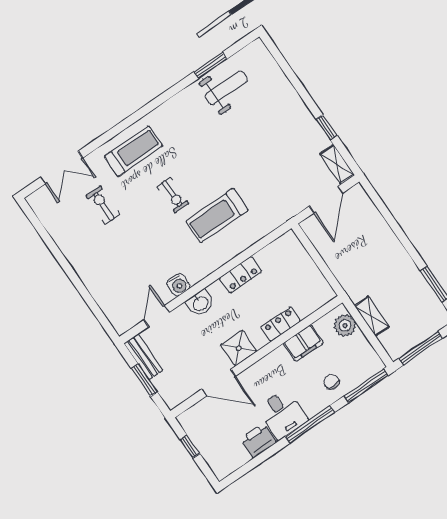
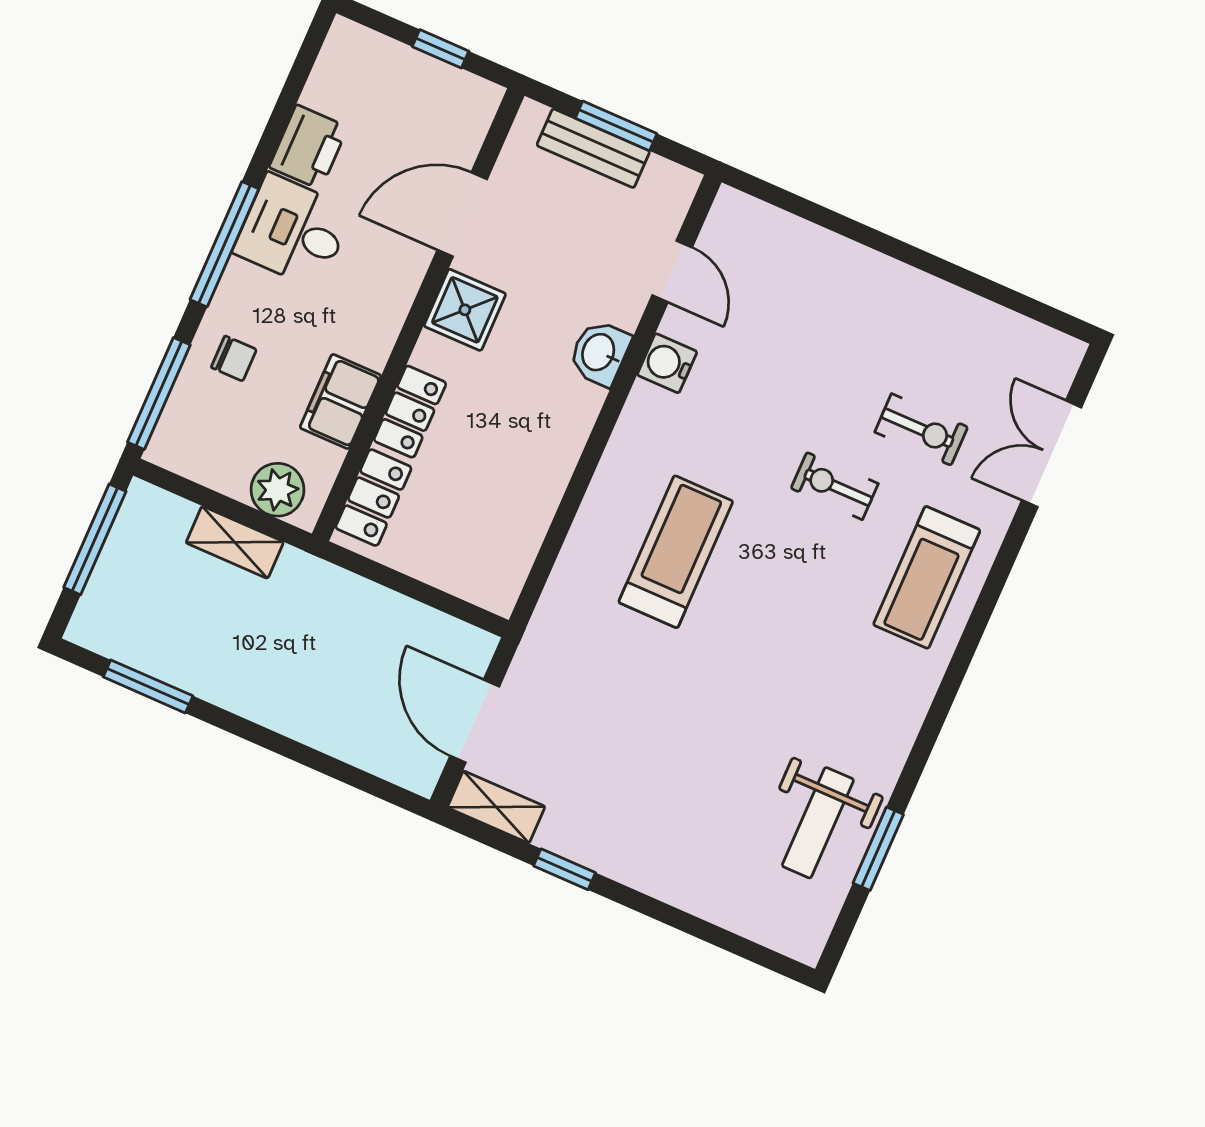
exercise bike: (173, 195) -> (835, 486), moved
locker: (241, 275) -> (373, 498), moved, turned 180
bench: (143, 357) -> (593, 148), moved

